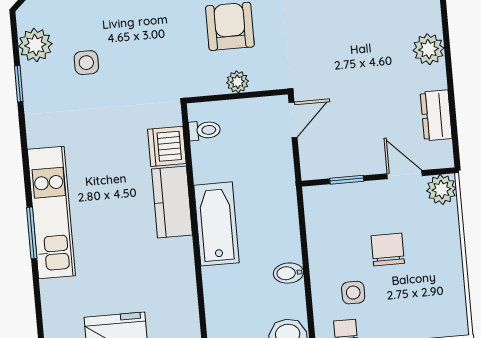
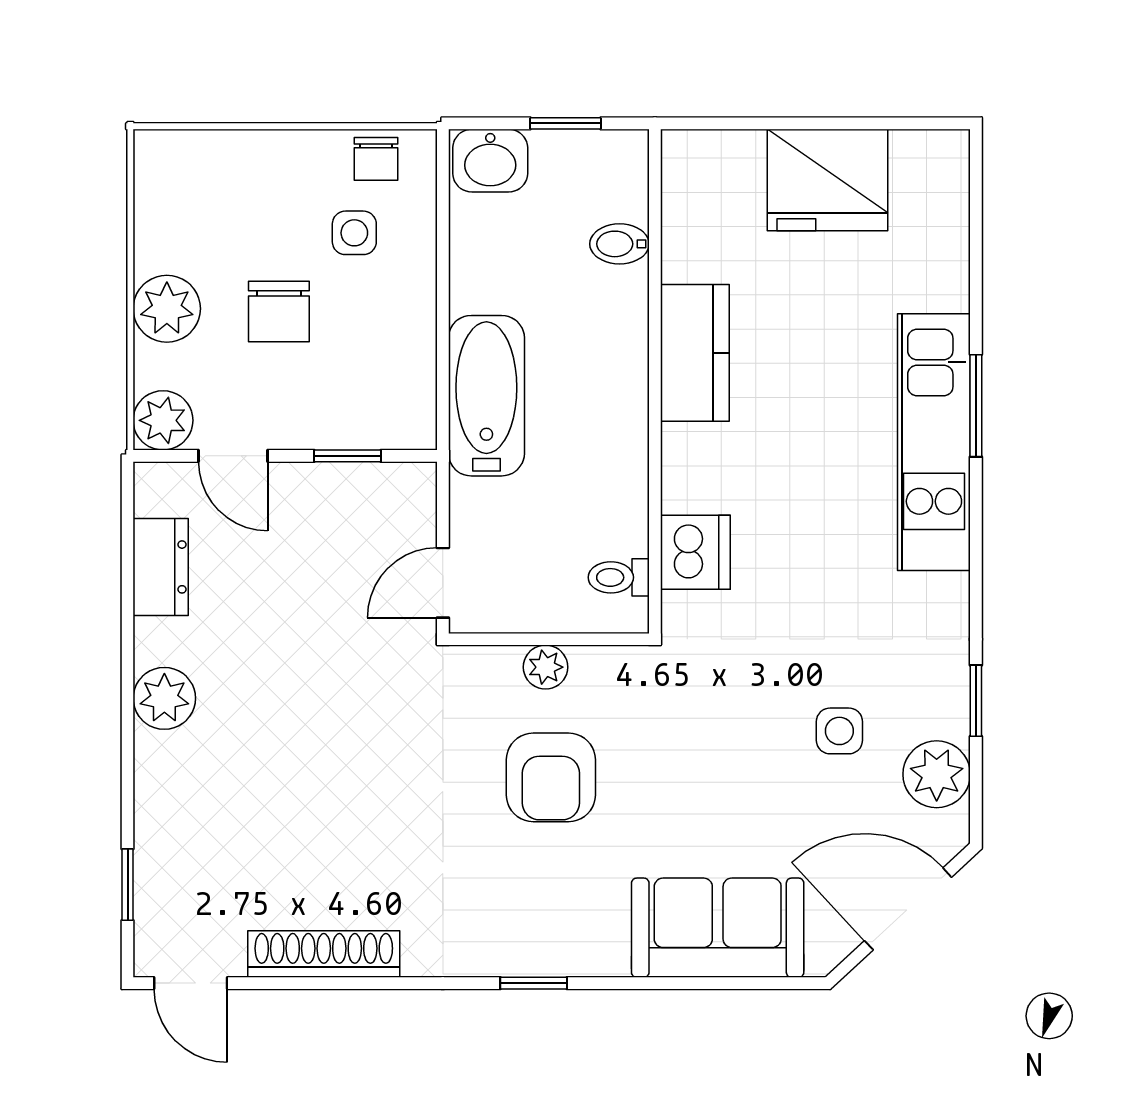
kitchen counter: (172, 202) -> (695, 353), moved
bathtub: (216, 224) -> (486, 396), moved, turned 180
plant: (444, 246) -> (167, 309), added
bidet: (288, 273) -> (620, 244), moved, turned 180

